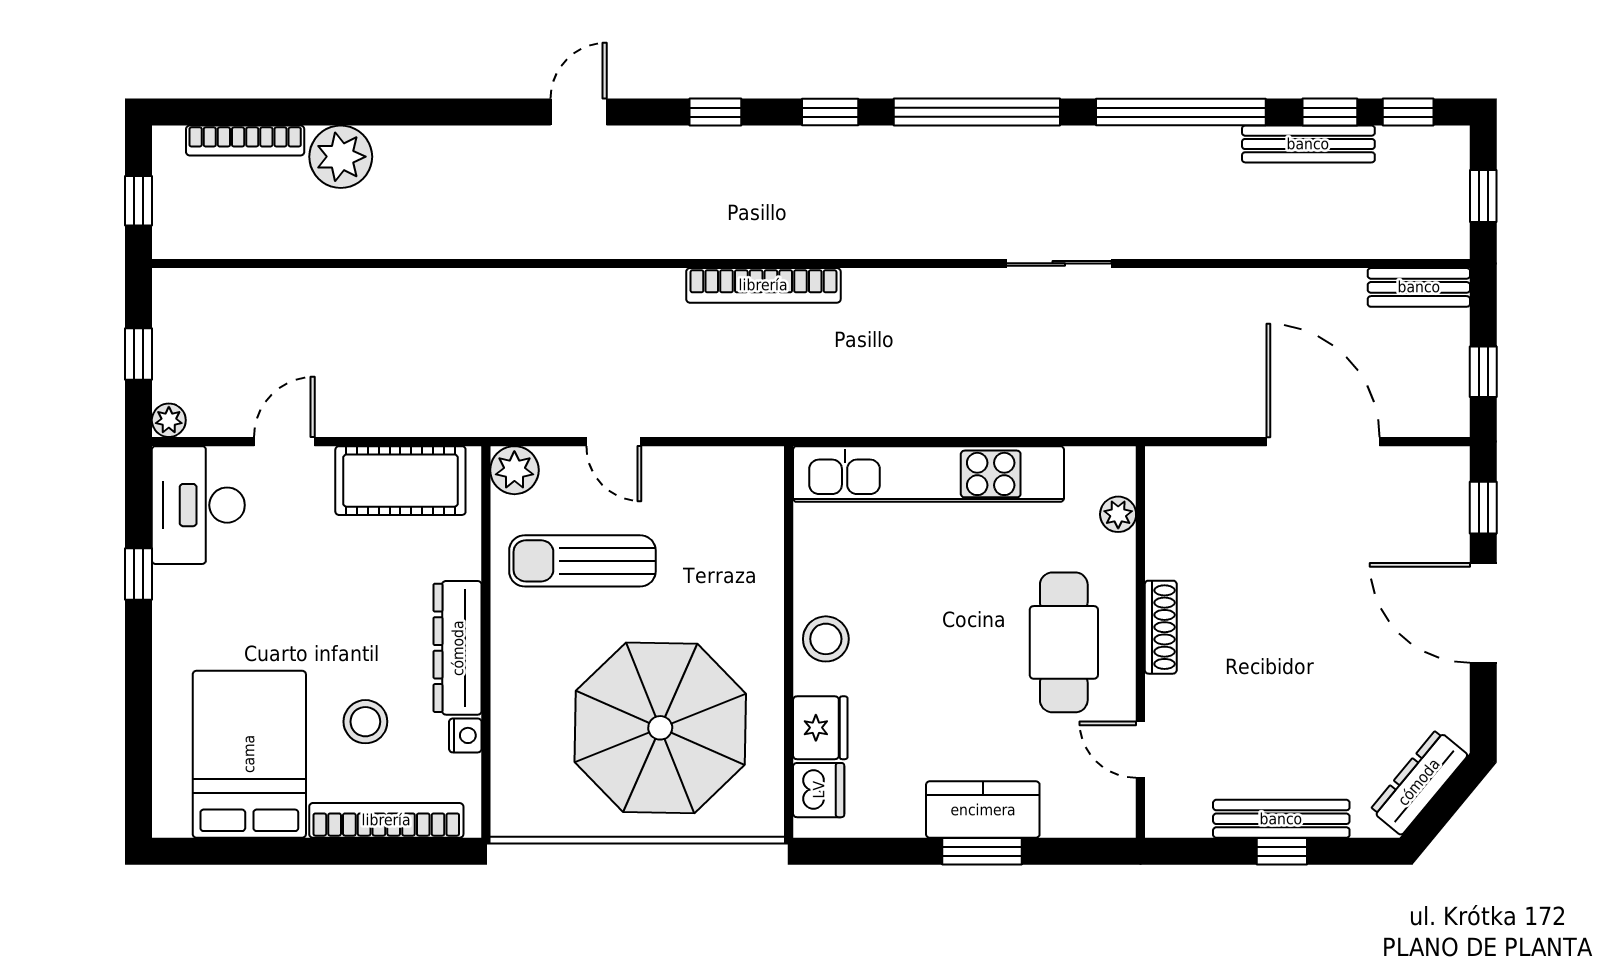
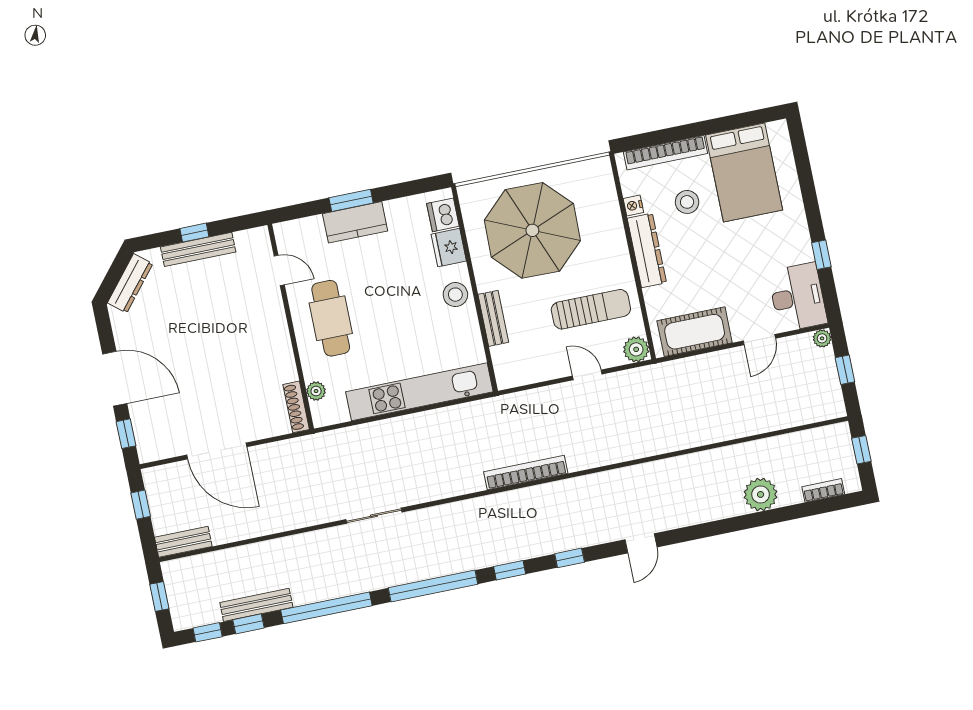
bookcase: (245, 141) -> (823, 490), width x0.64
bench: (765, 581) -> (493, 318), added
shoe rack: (1161, 627) -> (296, 407), moved

